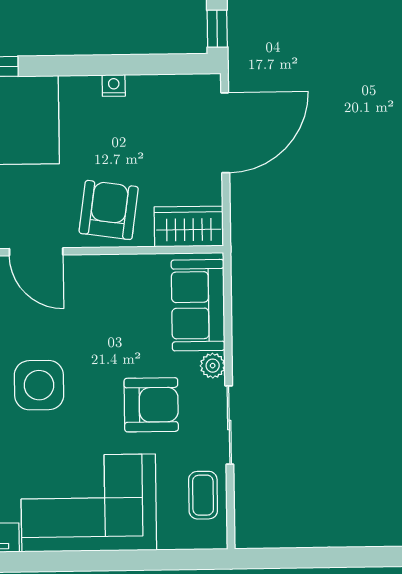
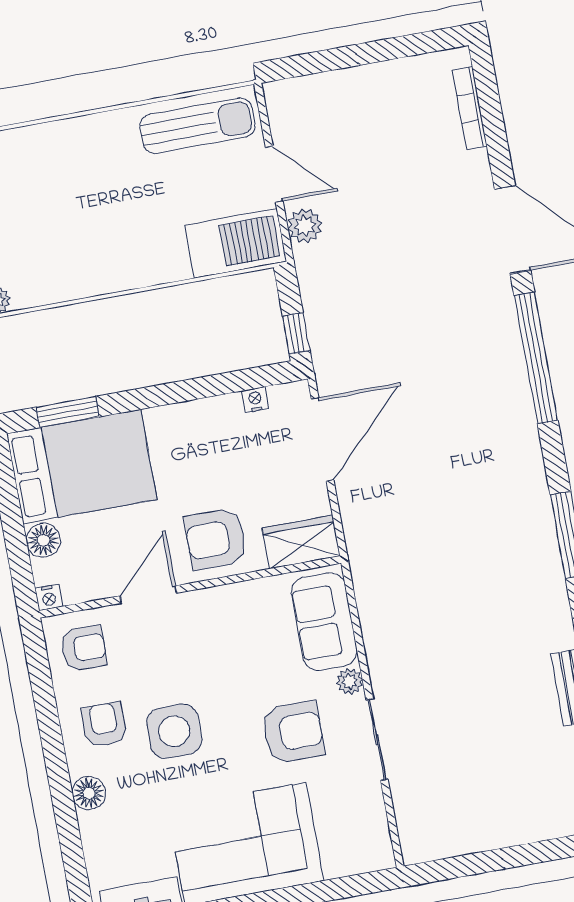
nightstand: (114, 85) -> (255, 400), moved
armchair: (109, 210) -> (216, 539), turned -98
door: (36, 252) -> (148, 595), swing flipped
coffee table: (203, 495) -> (362, 816), removed

